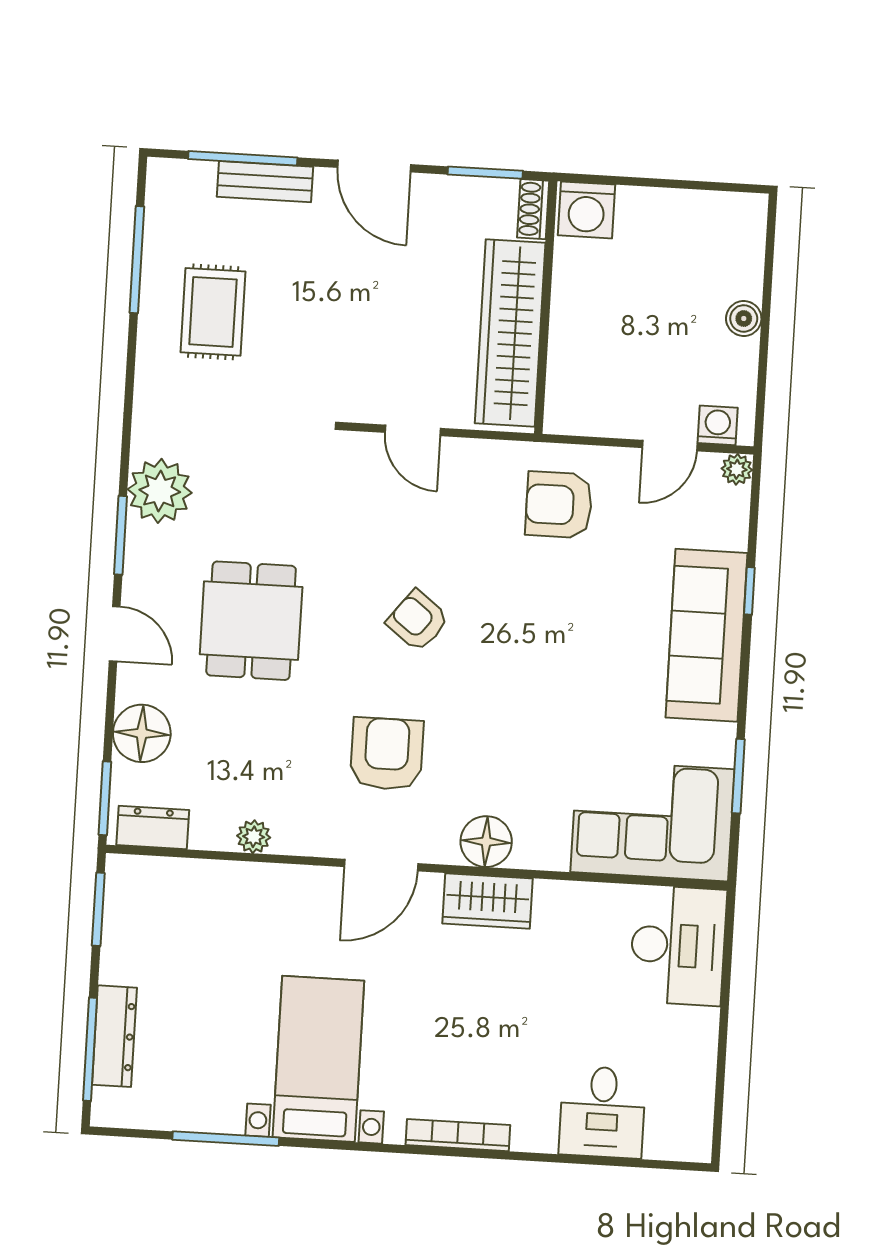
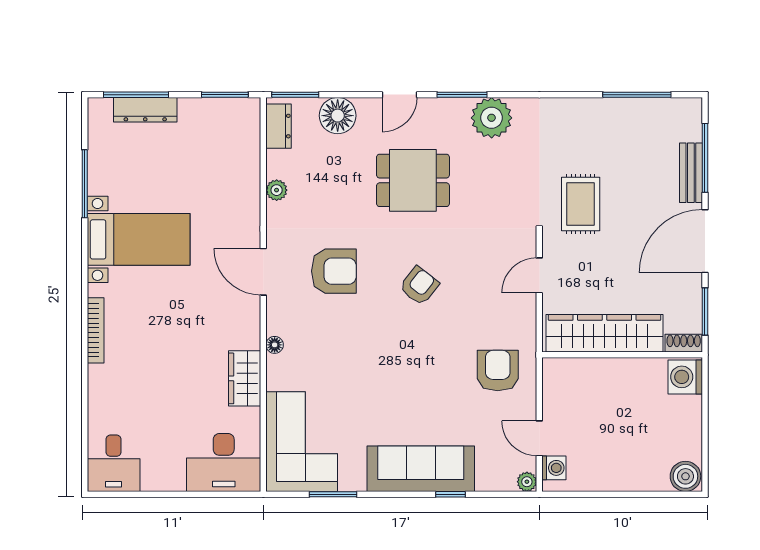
door: (374, 166) -> (705, 241), width x1.36
rug: (213, 312) -> (581, 204), moved, turned 90
boiler: (744, 318) -> (685, 476), moved, width x1.36, depth x1.36
floor lamp: (486, 842) -> (275, 345), width x0.53, depth x0.53
wardrobe: (488, 901) -> (245, 378), moved
desk: (602, 1112) -> (114, 463), moved, turned -90

